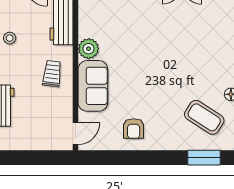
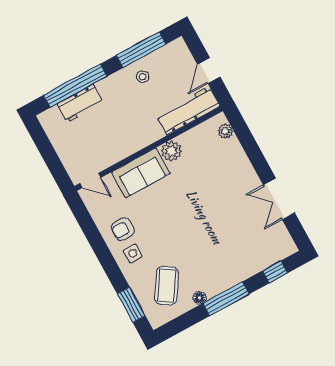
trolley: (52, 74) -> (132, 131), removed
side table: (160, 132) -> (133, 253), added

